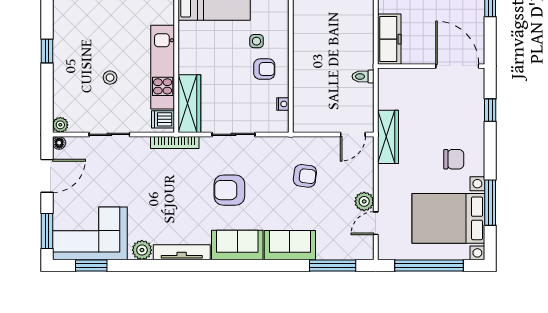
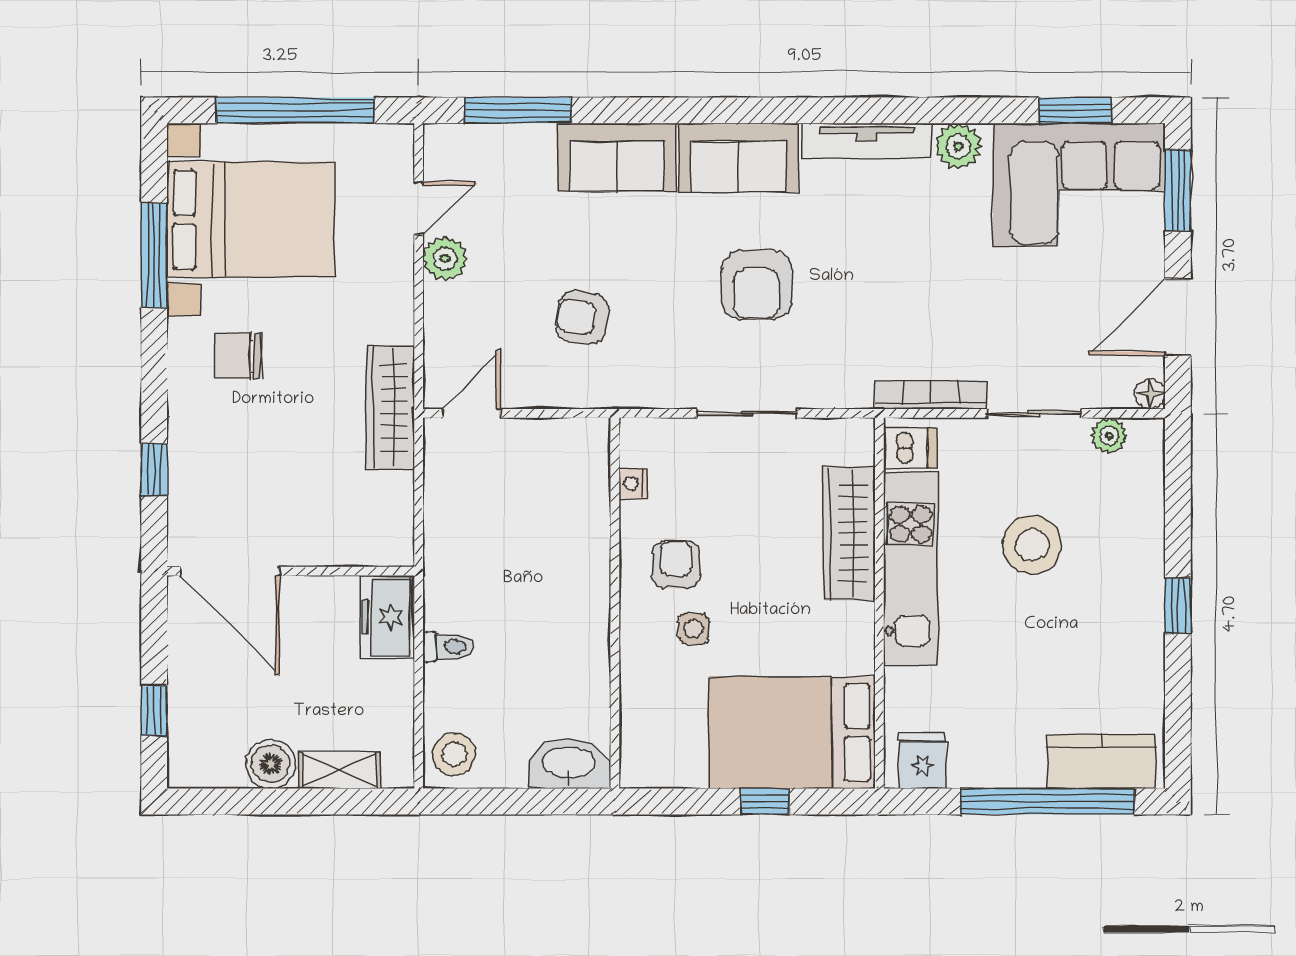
freezer: (389, 39) -> (387, 617), width x0.71
armchair: (264, 69) -> (676, 564), turned 90
toilet: (363, 76) -> (448, 647), moved
stool: (110, 78) -> (1032, 545), width x1.89, depth x1.89
wardrobe: (189, 104) -> (849, 533), moved
plant: (60, 125) -> (1109, 435), moved
bookcase: (175, 142) -> (931, 395), moved
armchair: (229, 190) -> (757, 285), turned 90

